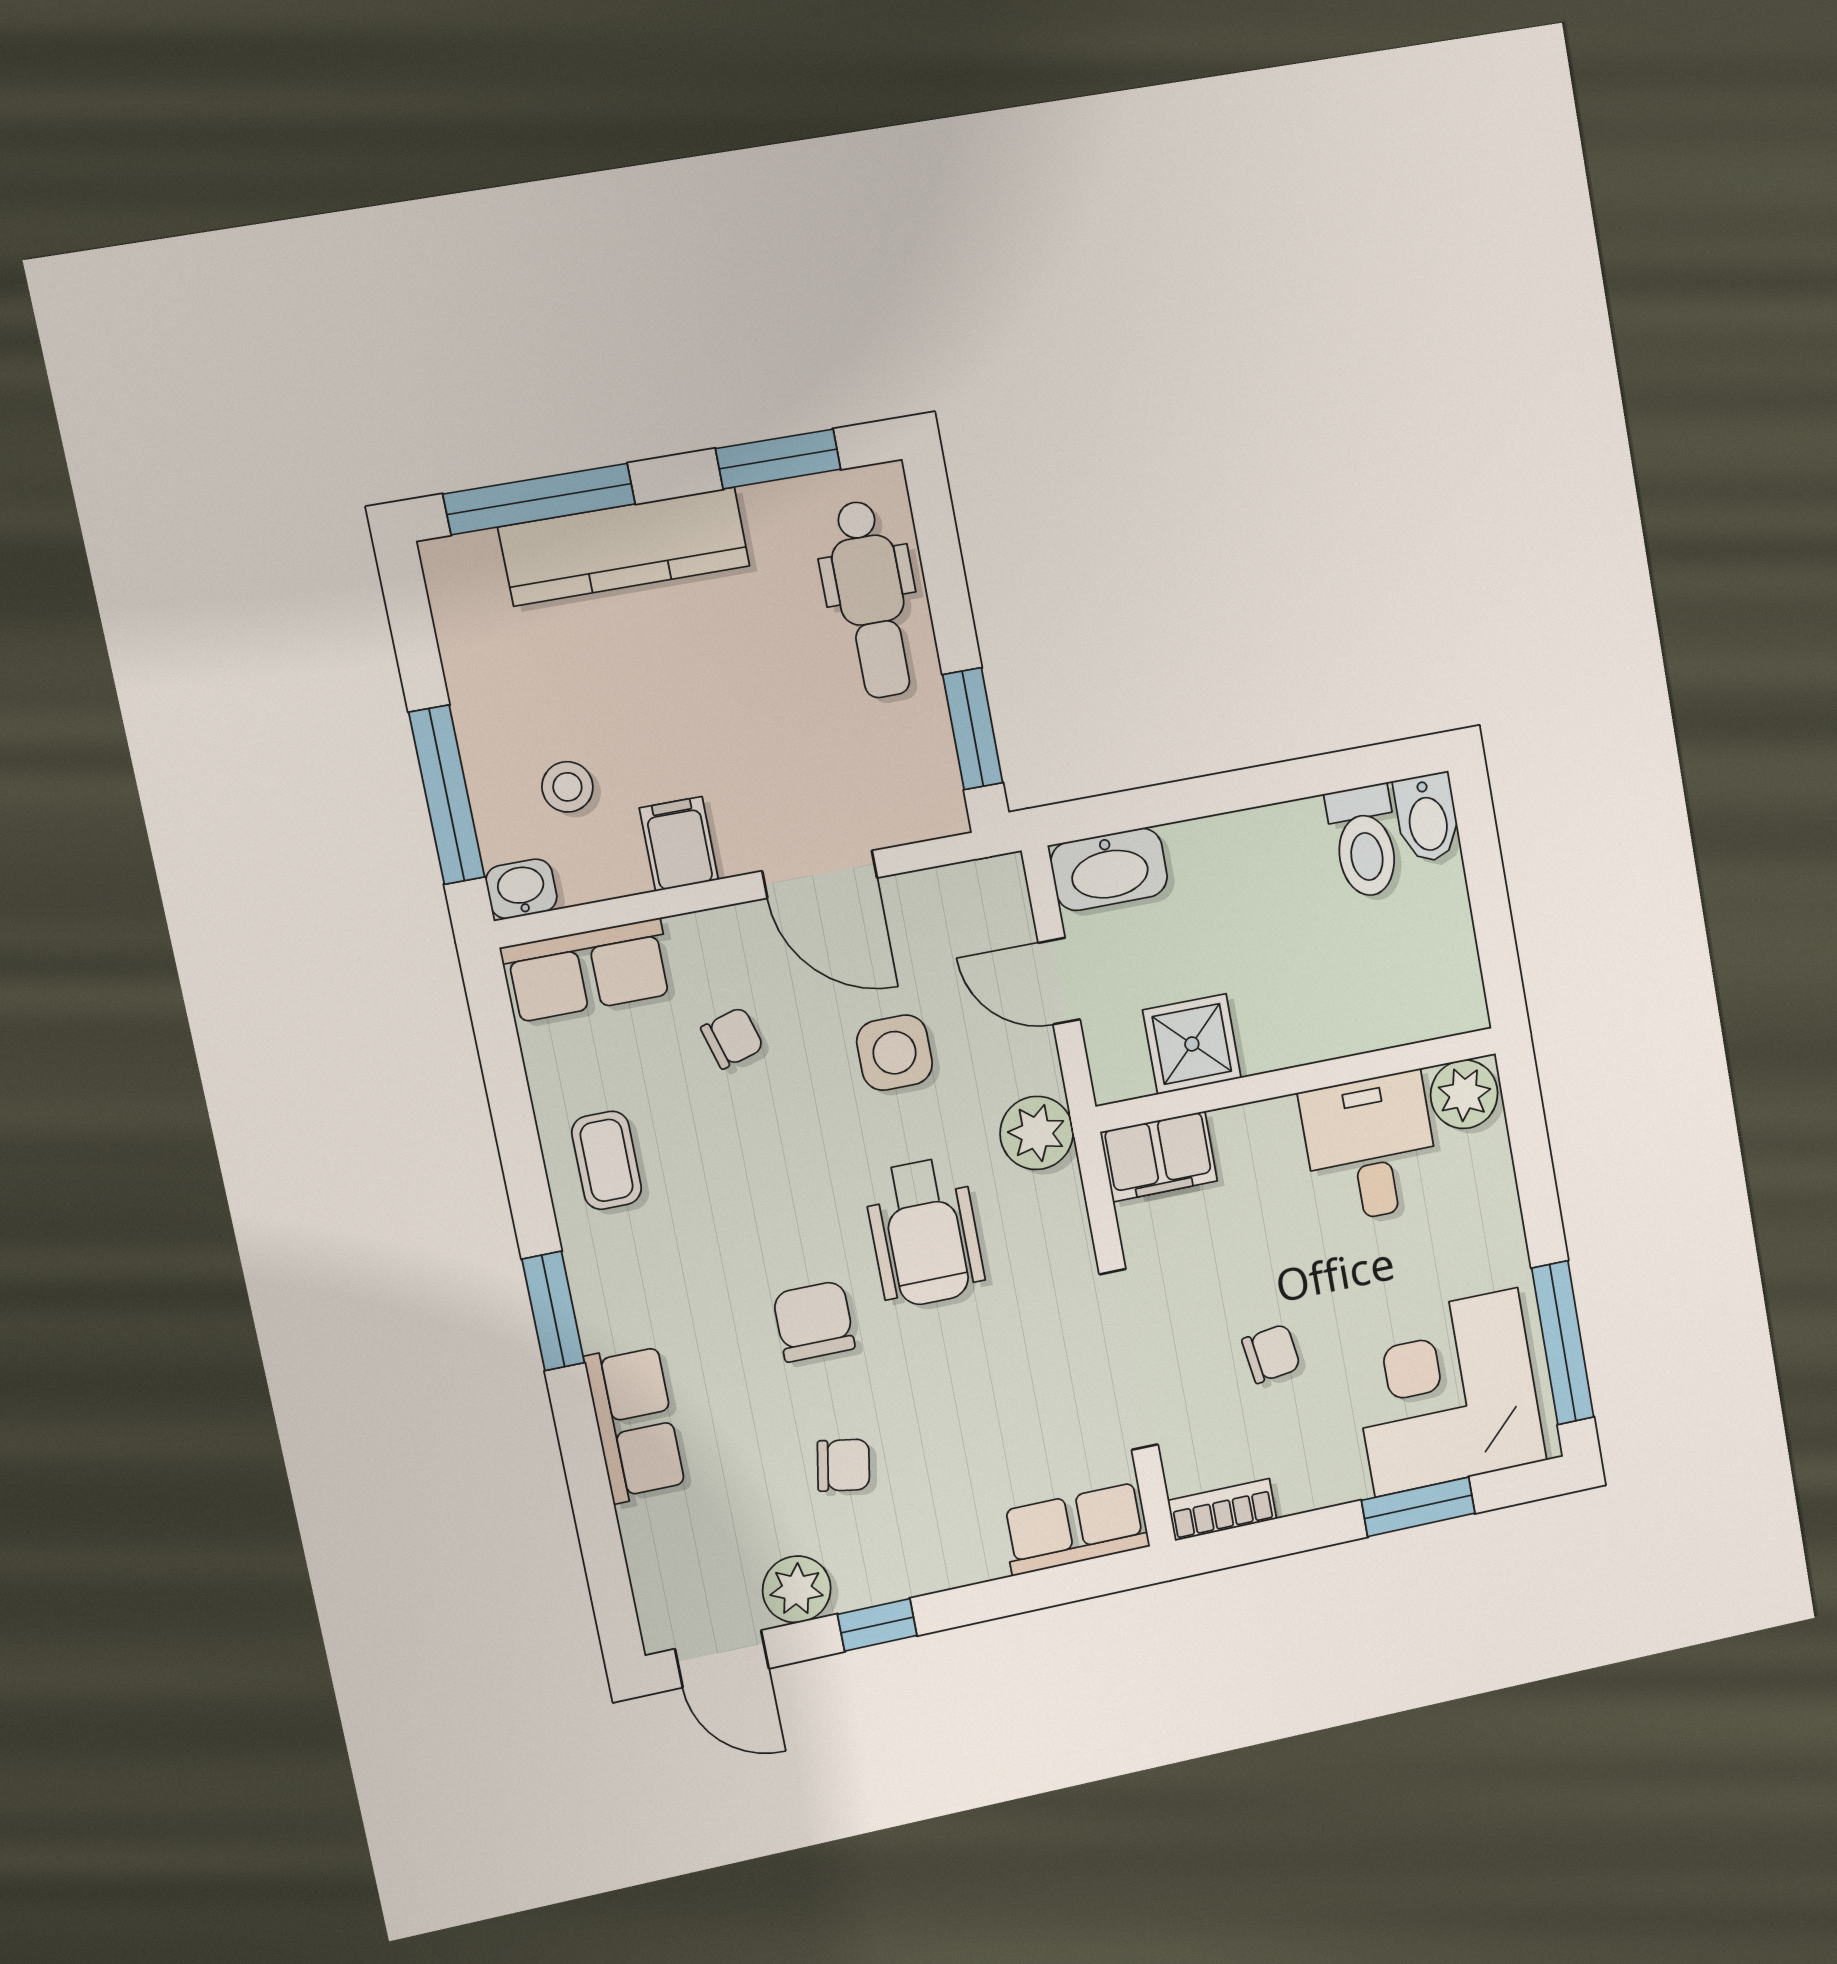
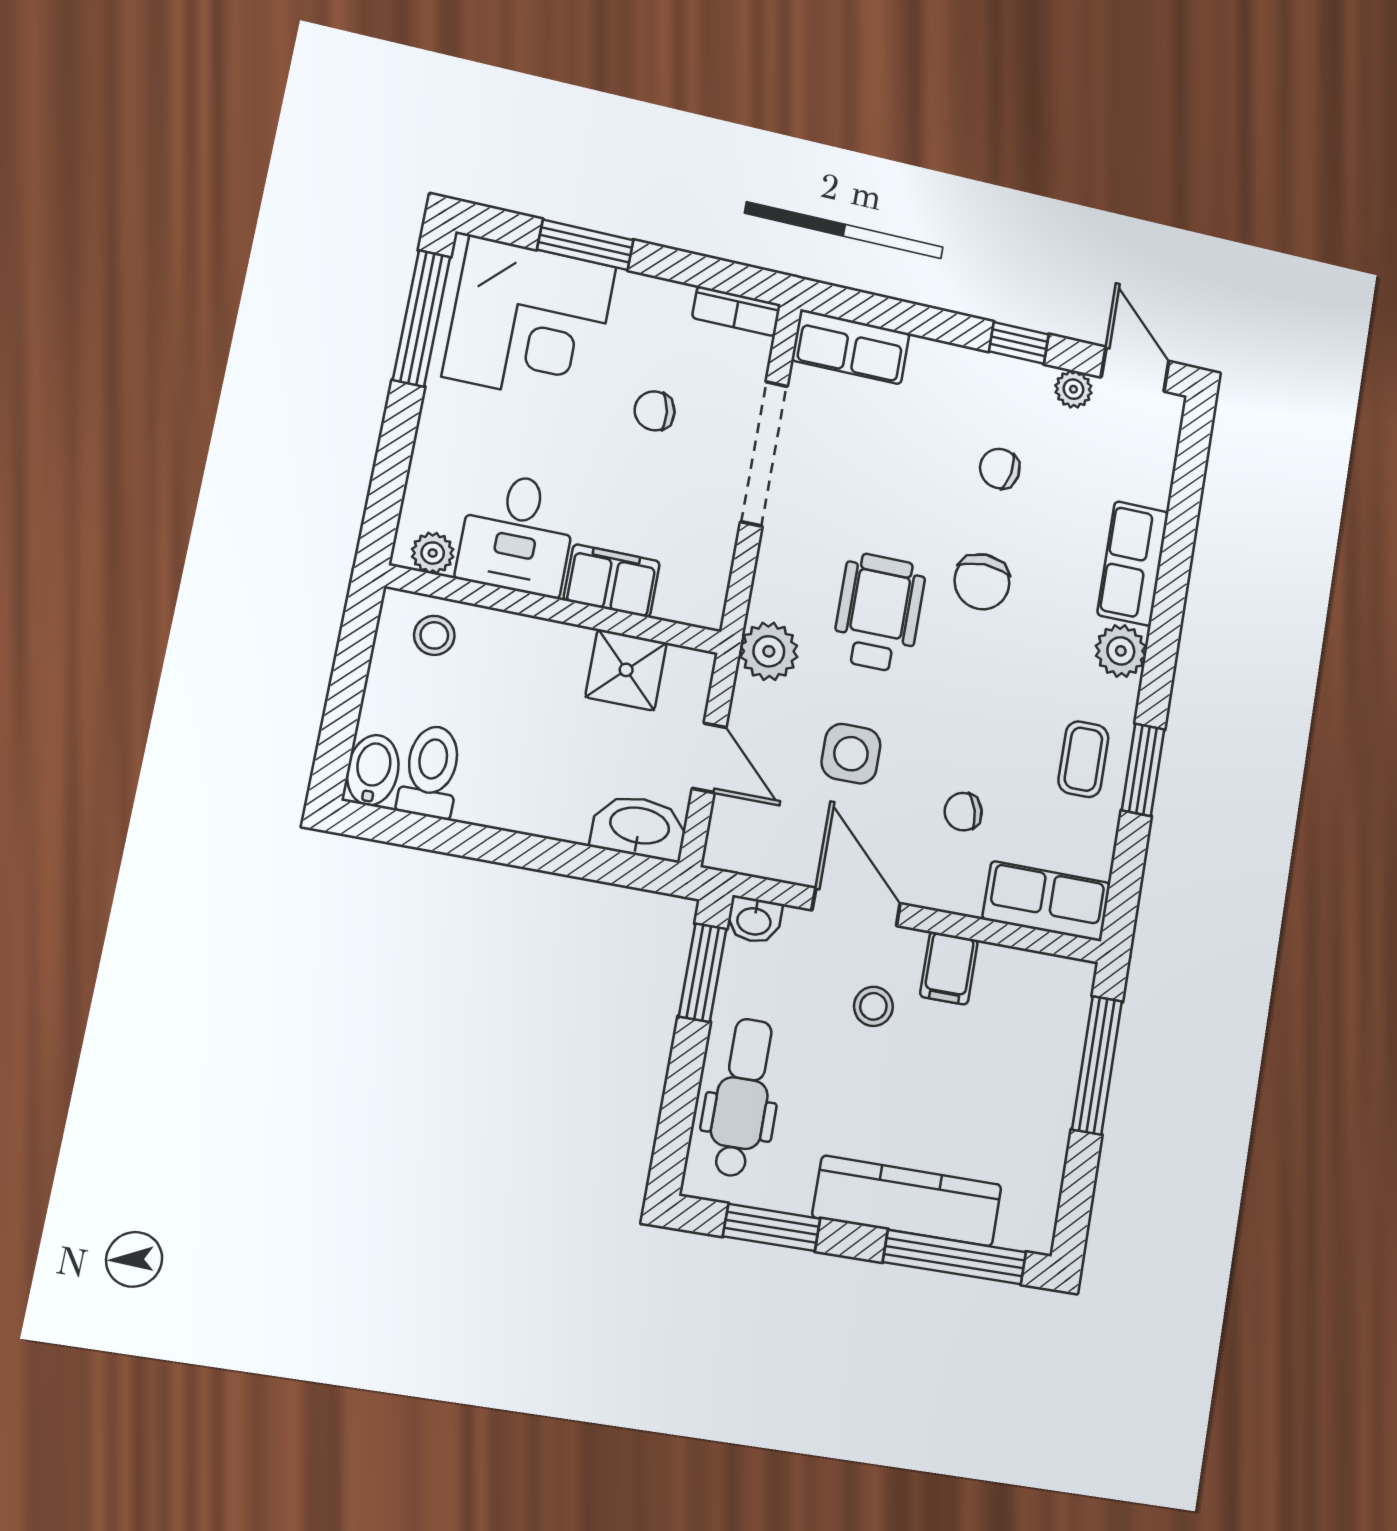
stool: (567, 787) -> (873, 1006), moved
washbasin: (521, 889) -> (754, 920), moved
stool: (1417, 996) -> (434, 635), added
plant: (1464, 1094) -> (433, 553), width x0.73, depth x0.73
filing cabinet: (1159, 1157) -> (612, 581), moved
window: (553, 1311) -> (1143, 770), moved
plant: (609, 1311) -> (1121, 651), added
plant: (797, 1589) -> (1073, 389), width x0.73, depth x0.73

